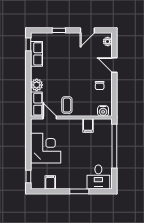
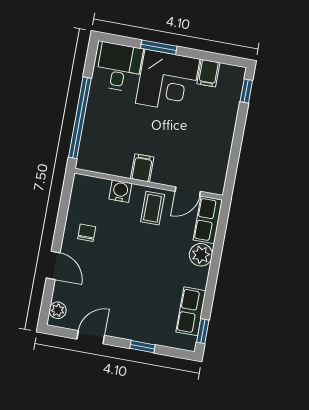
water cooler: (103, 111) -> (120, 191), moved
door: (50, 117) -> (188, 191), hinge flipped
filing cabinet: (88, 125) -> (142, 168), moved
corner desk: (46, 148) -> (168, 81), moved, turned -90

